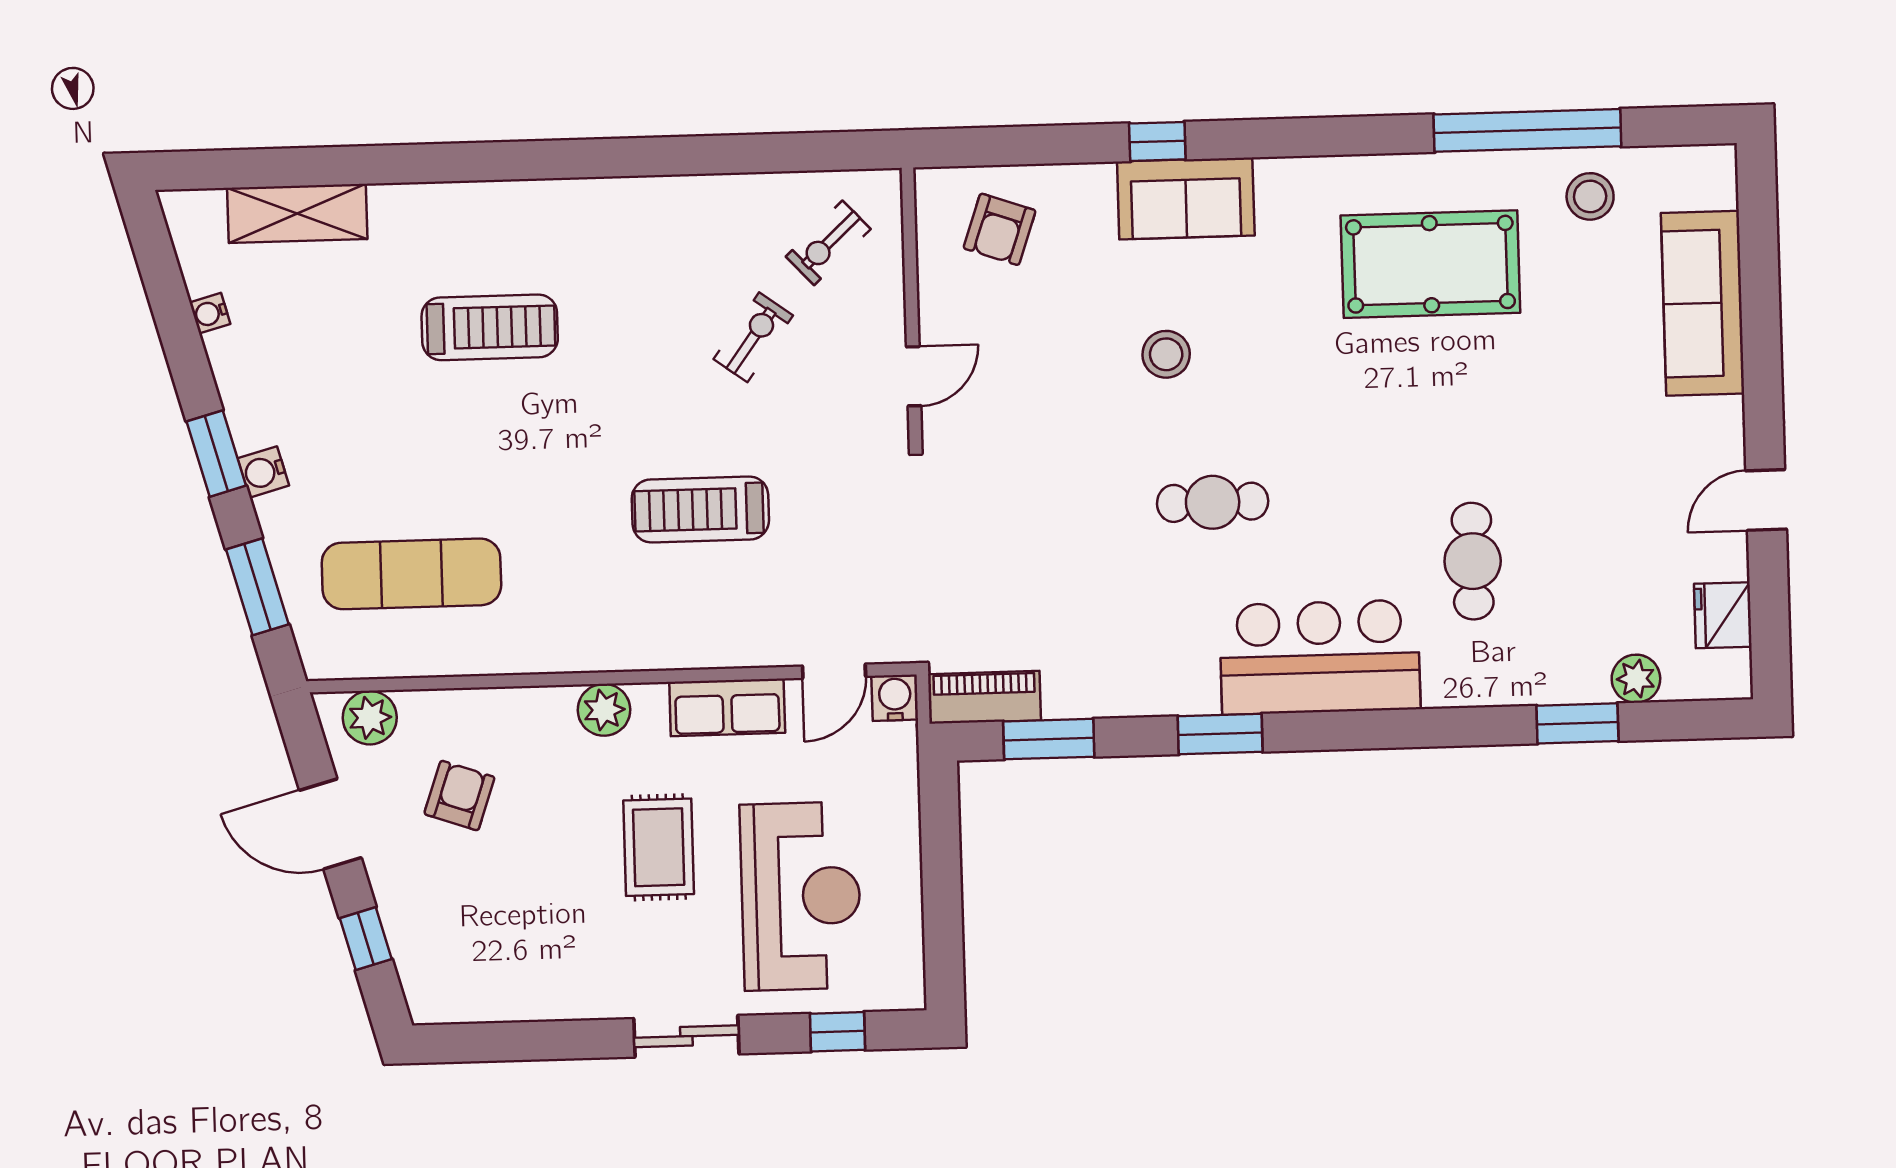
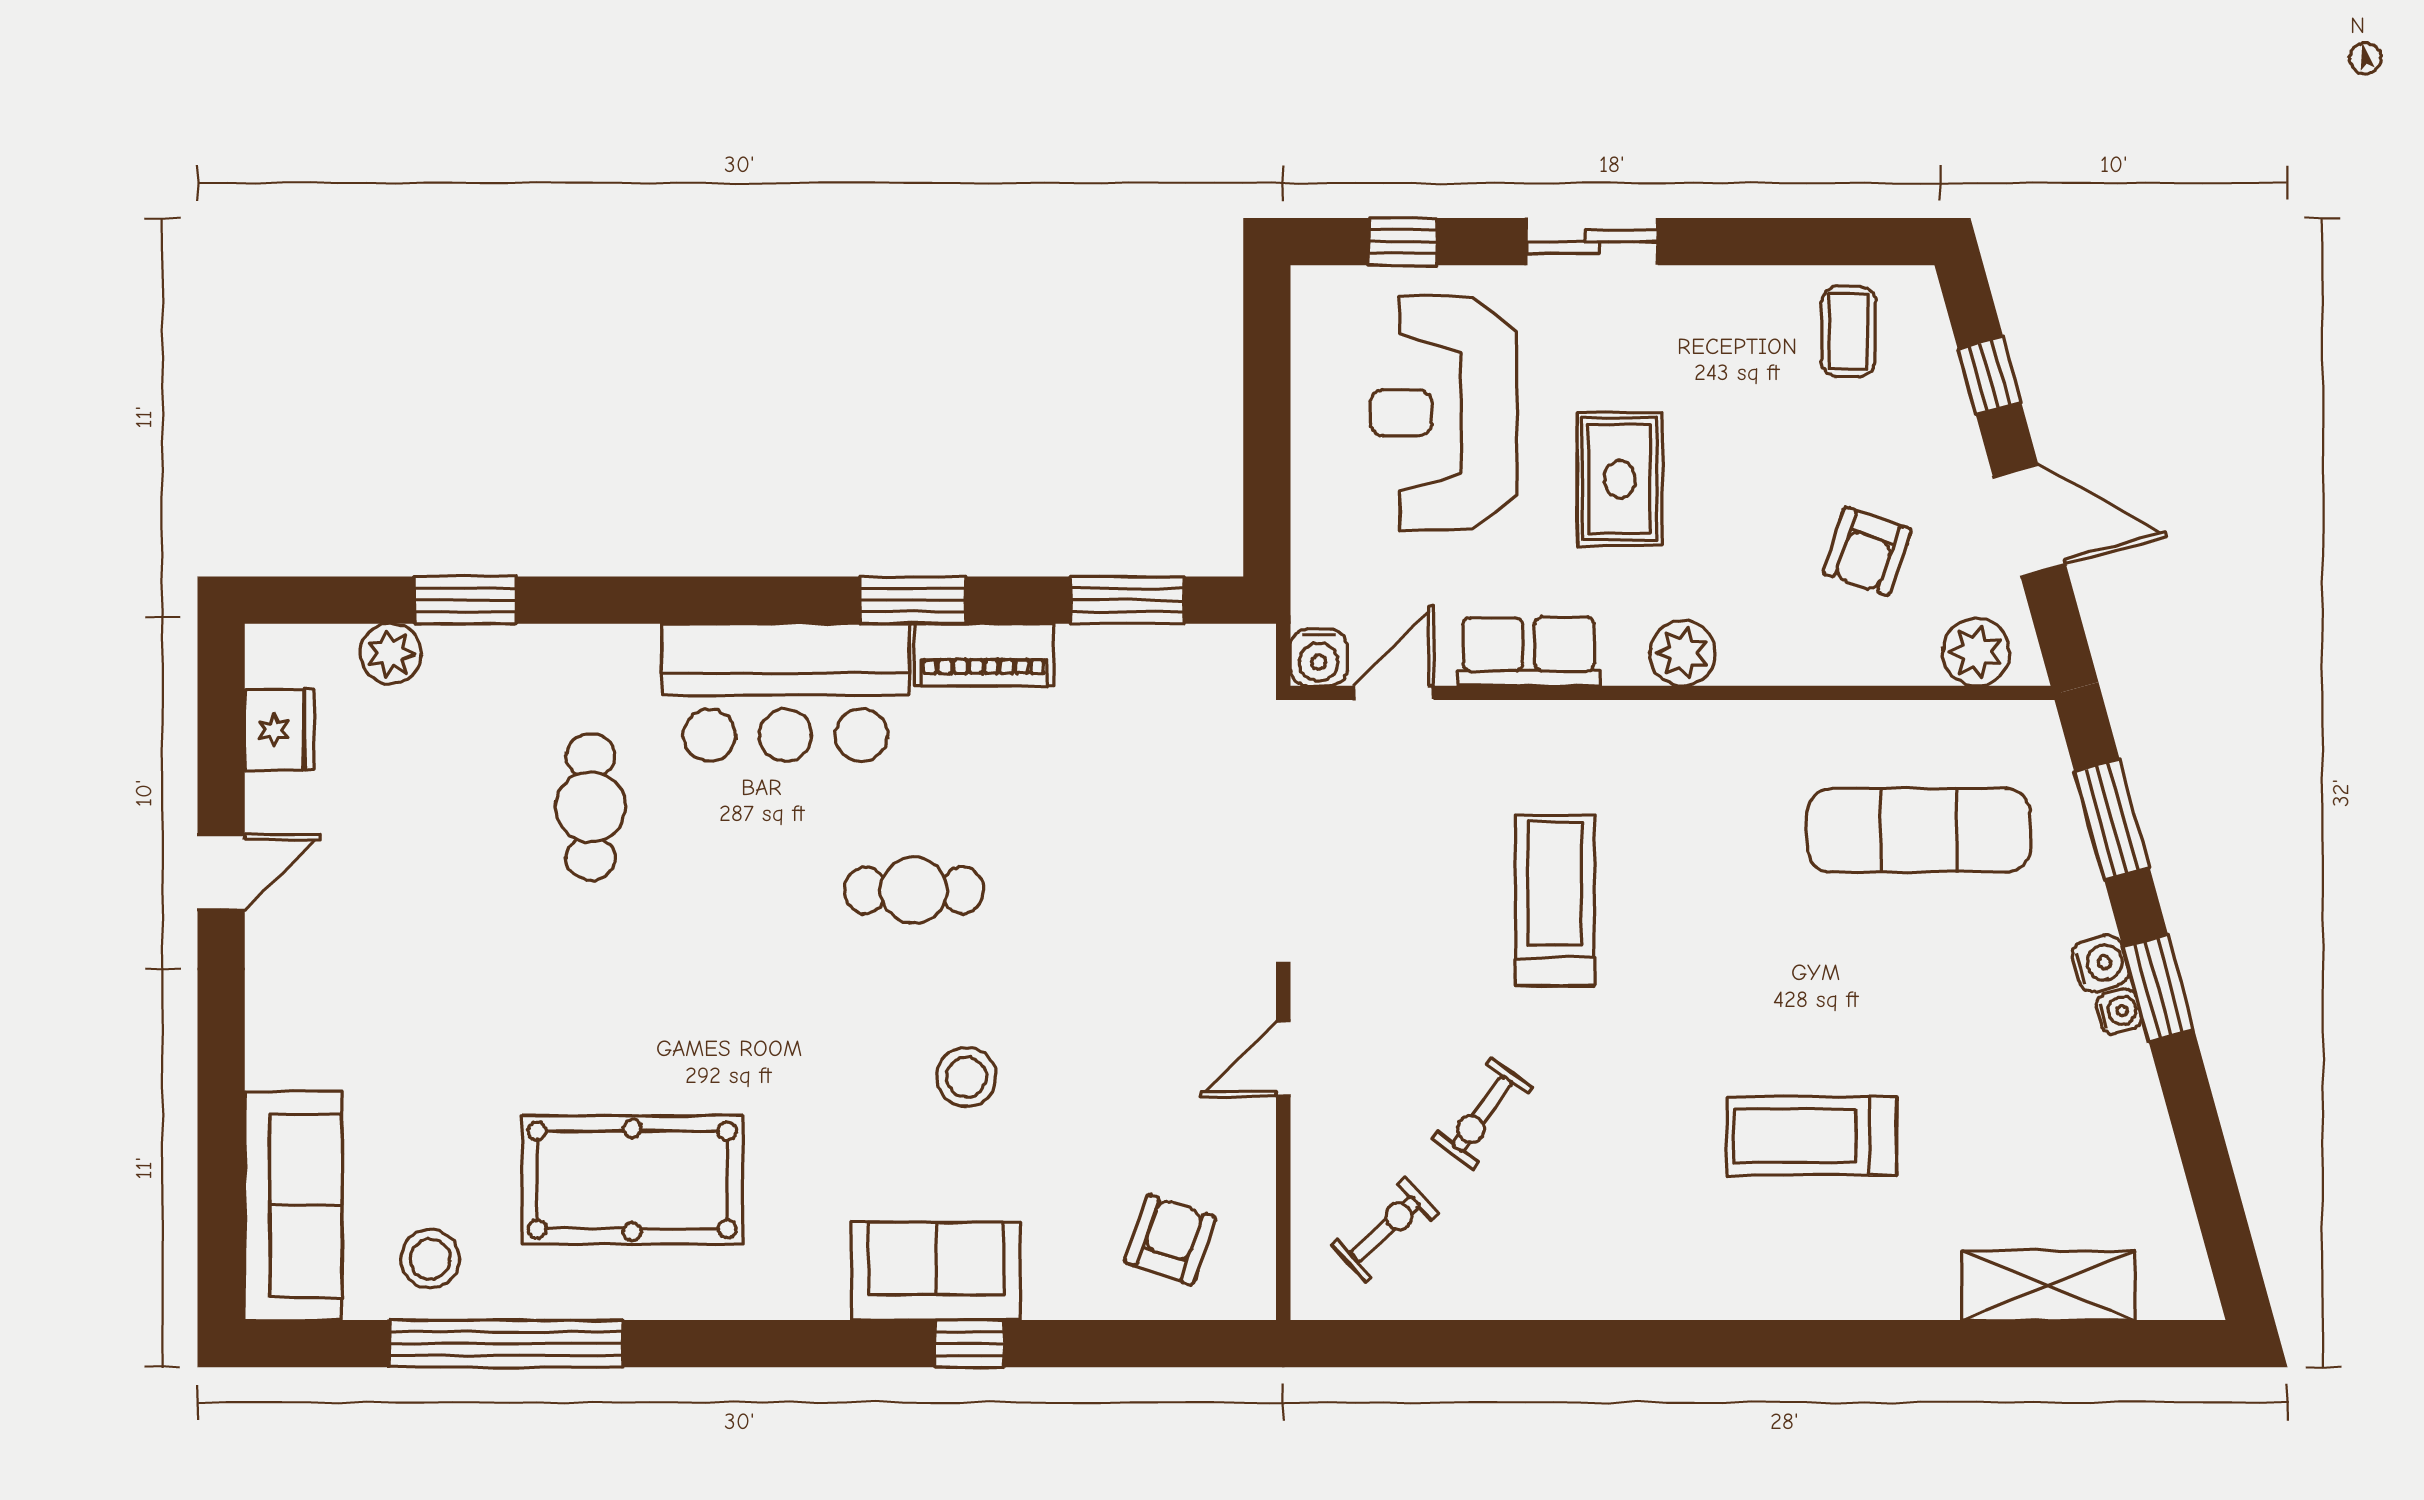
sofa: (1703, 303) -> (293, 1206), moved
water cooler: (210, 313) -> (2119, 1011), moved
treadmill: (700, 509) -> (1555, 900), turned -90
piano: (984, 697) -> (984, 655), moved
coffee table: (479, 970) -> (1848, 332), added

